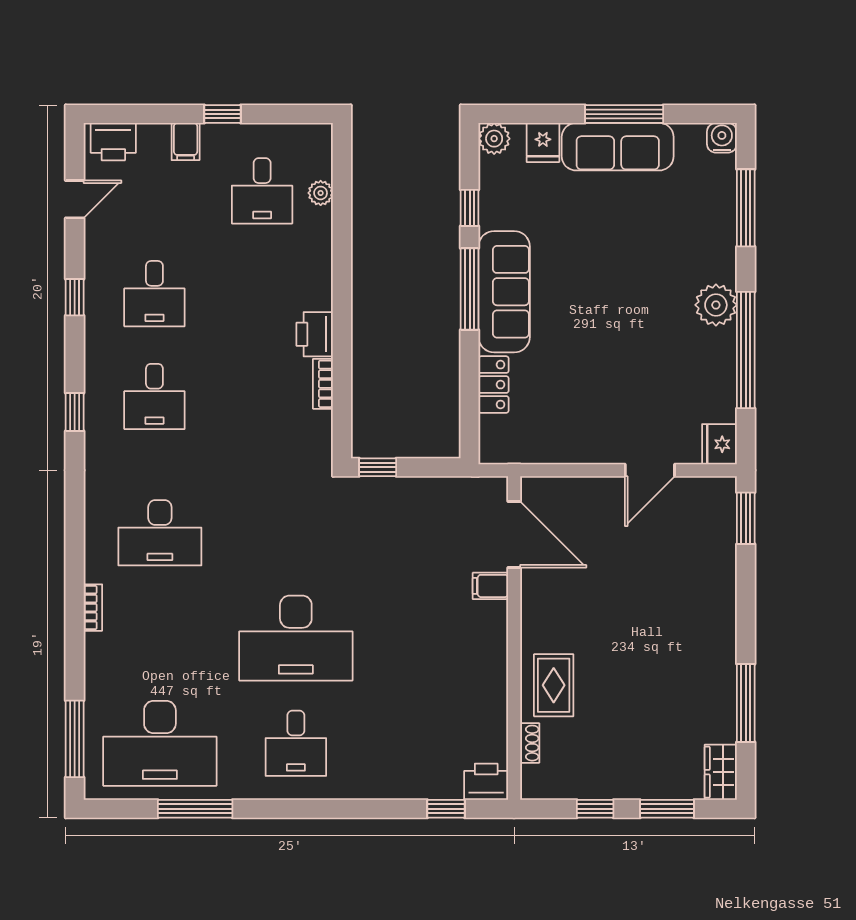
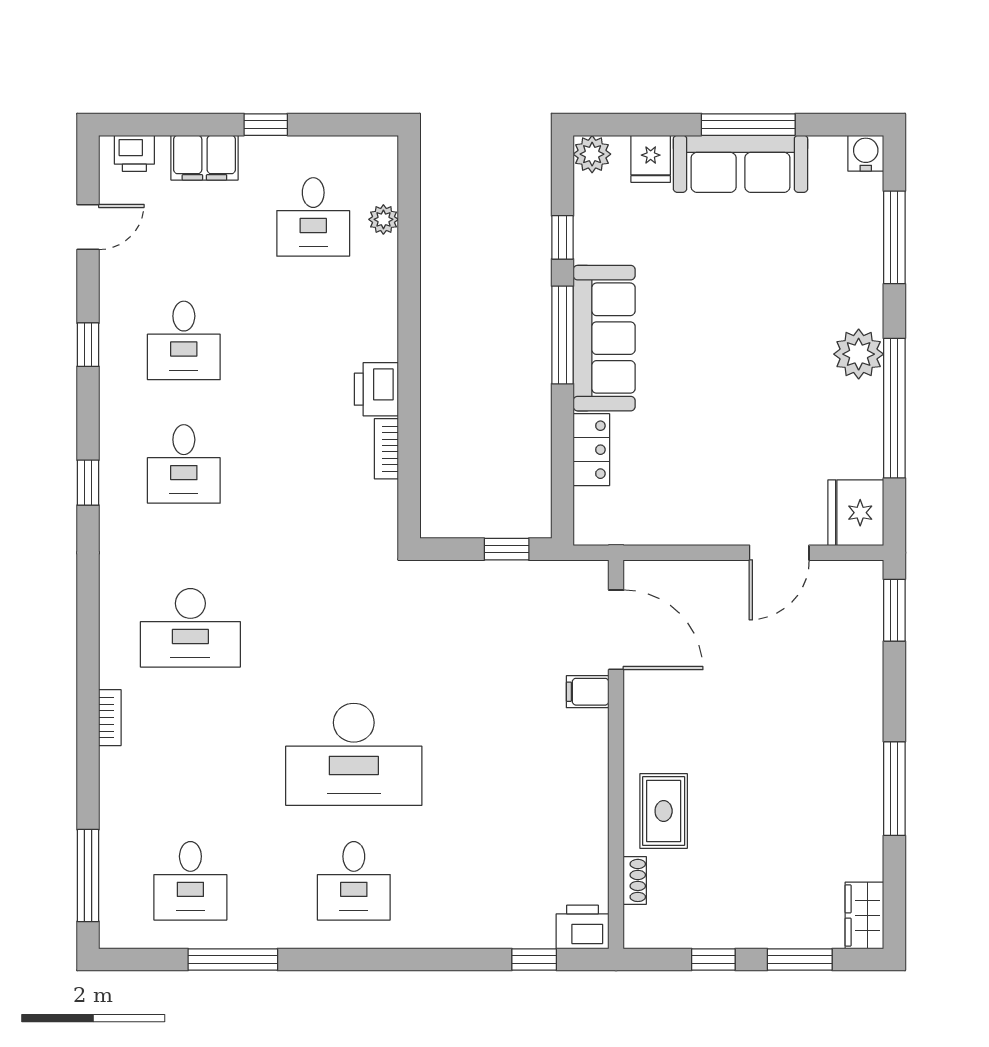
printer: (113, 142) -> (134, 153), width x0.73, depth x0.81
filing cabinet: (186, 142) -> (204, 158), width x2.00
fridge: (719, 444) -> (856, 513), width x1.36, depth x1.34
window: (378, 467) -> (507, 549), moved
window: (746, 703) -> (894, 789), moved
desk: (160, 743) -> (190, 881), width x0.53, depth x0.77

